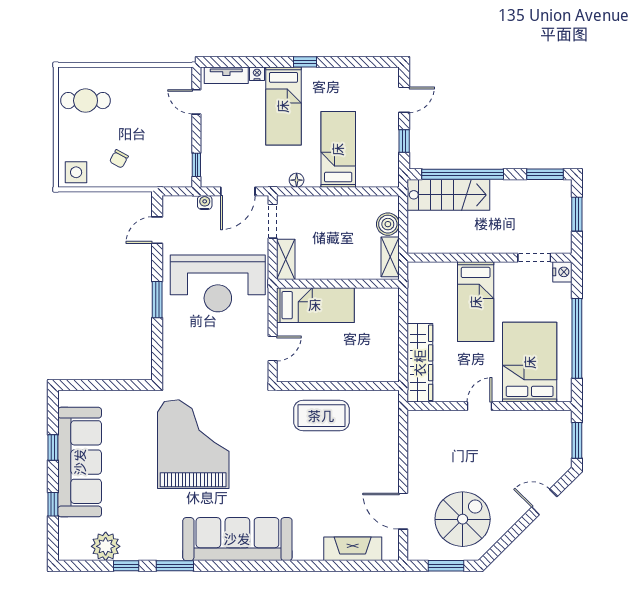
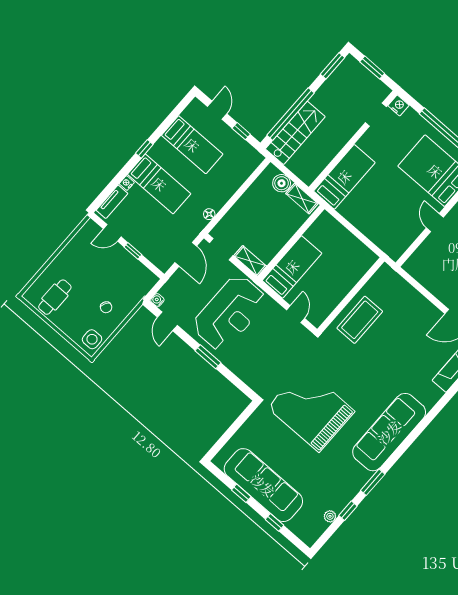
bed: (338, 149) -> (192, 145), moved, turned 180
window: (196, 165) -> (133, 251), moved
water cooler: (205, 202) -> (157, 300), moved
bed: (476, 302) -> (344, 177), moved, turned -90
wardrobe: (420, 363) -> (379, 235), removed
plant: (106, 546) -> (330, 516), width x0.53, depth x0.53

